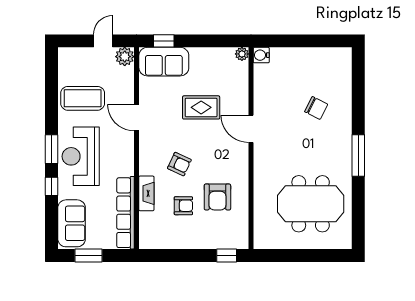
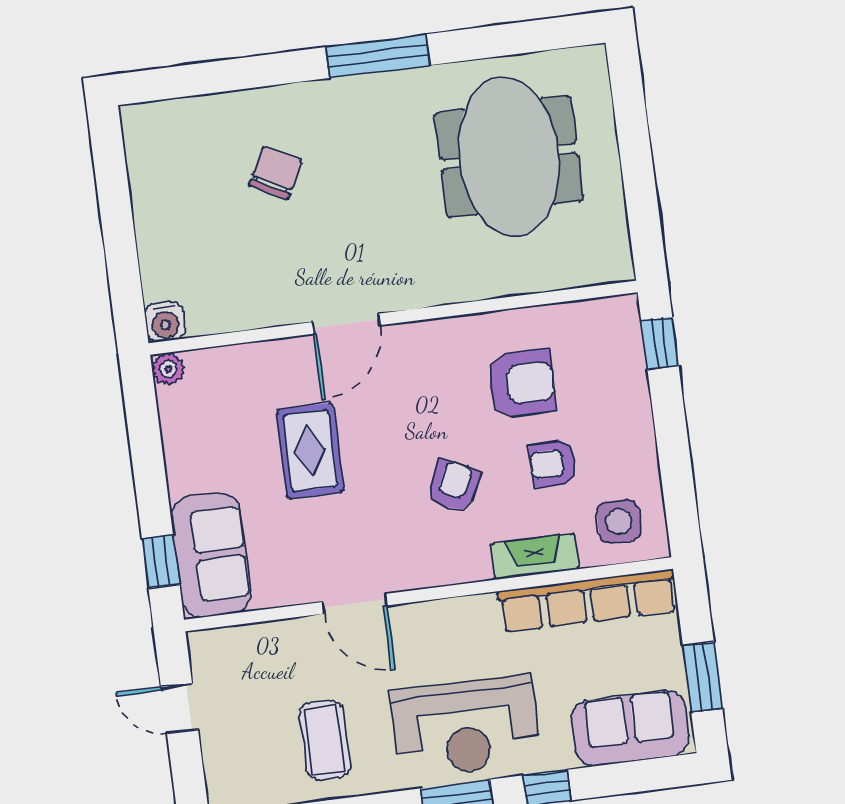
plant: (125, 57) -> (211, 651), removed
coffee table: (83, 98) -> (325, 740), width x0.73, depth x0.76
door: (137, 118) -> (355, 604), hinge flipped
armchair: (183, 206) -> (553, 463), turned -90
side table: (156, 229) -> (619, 521), added

